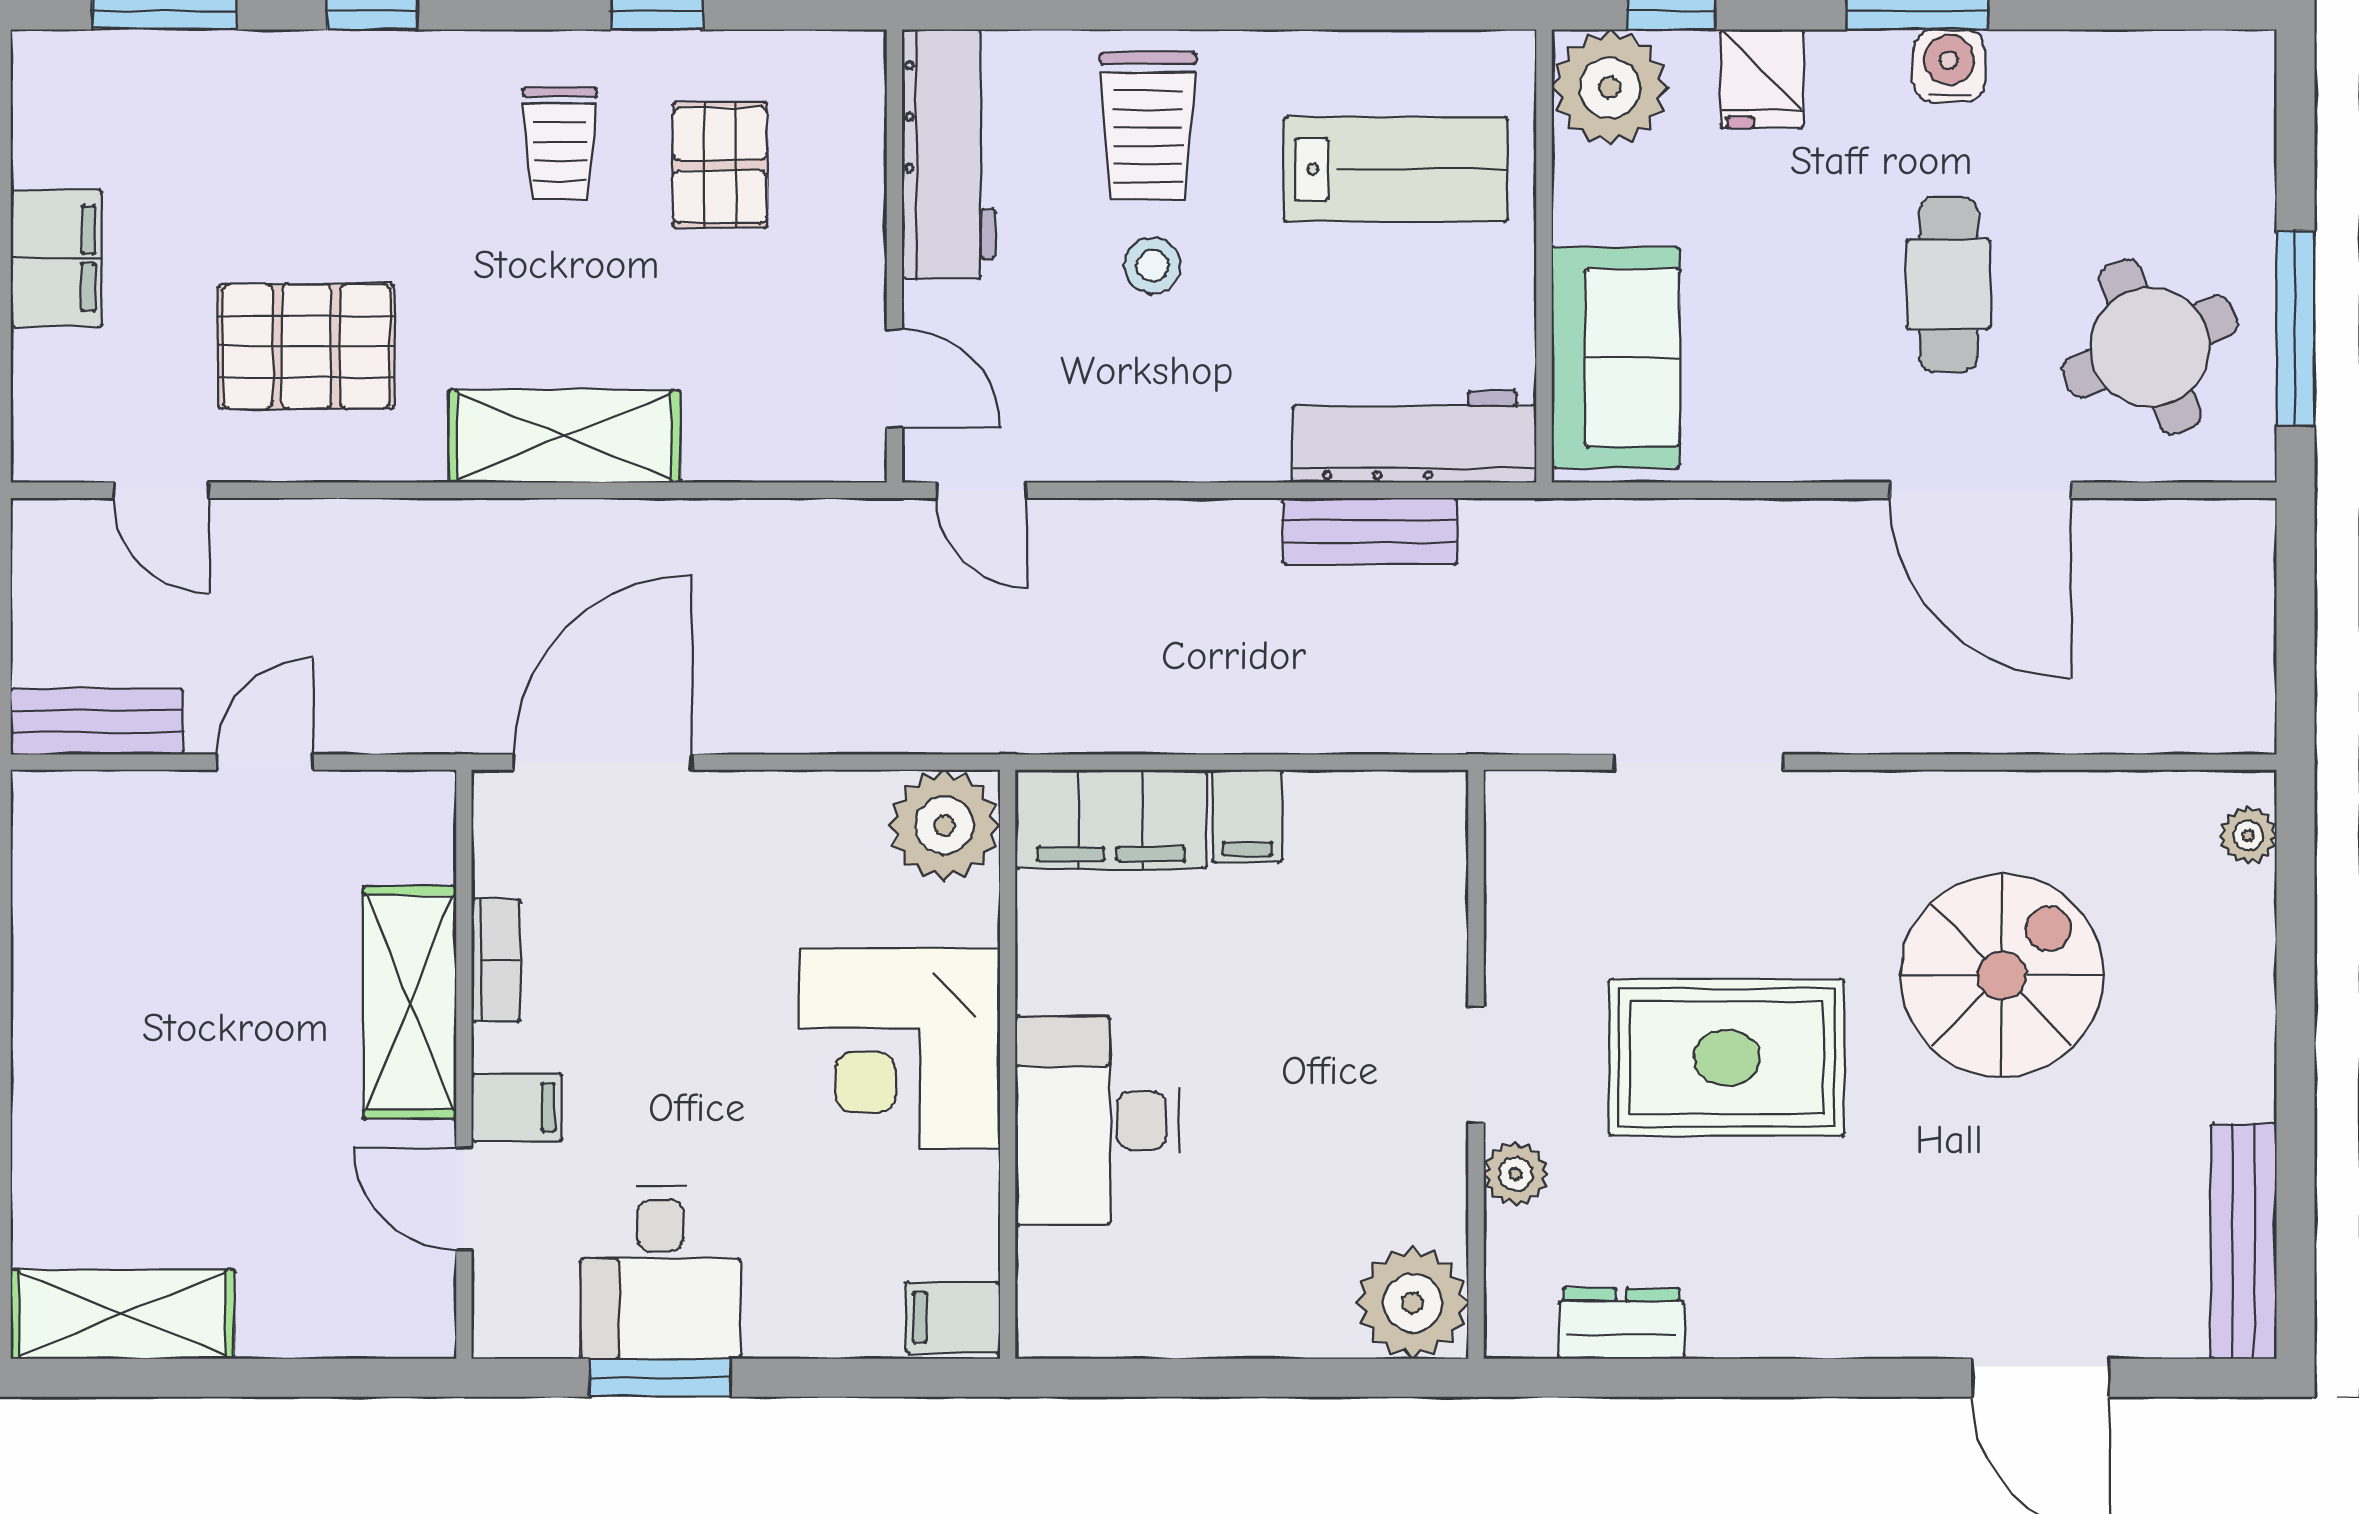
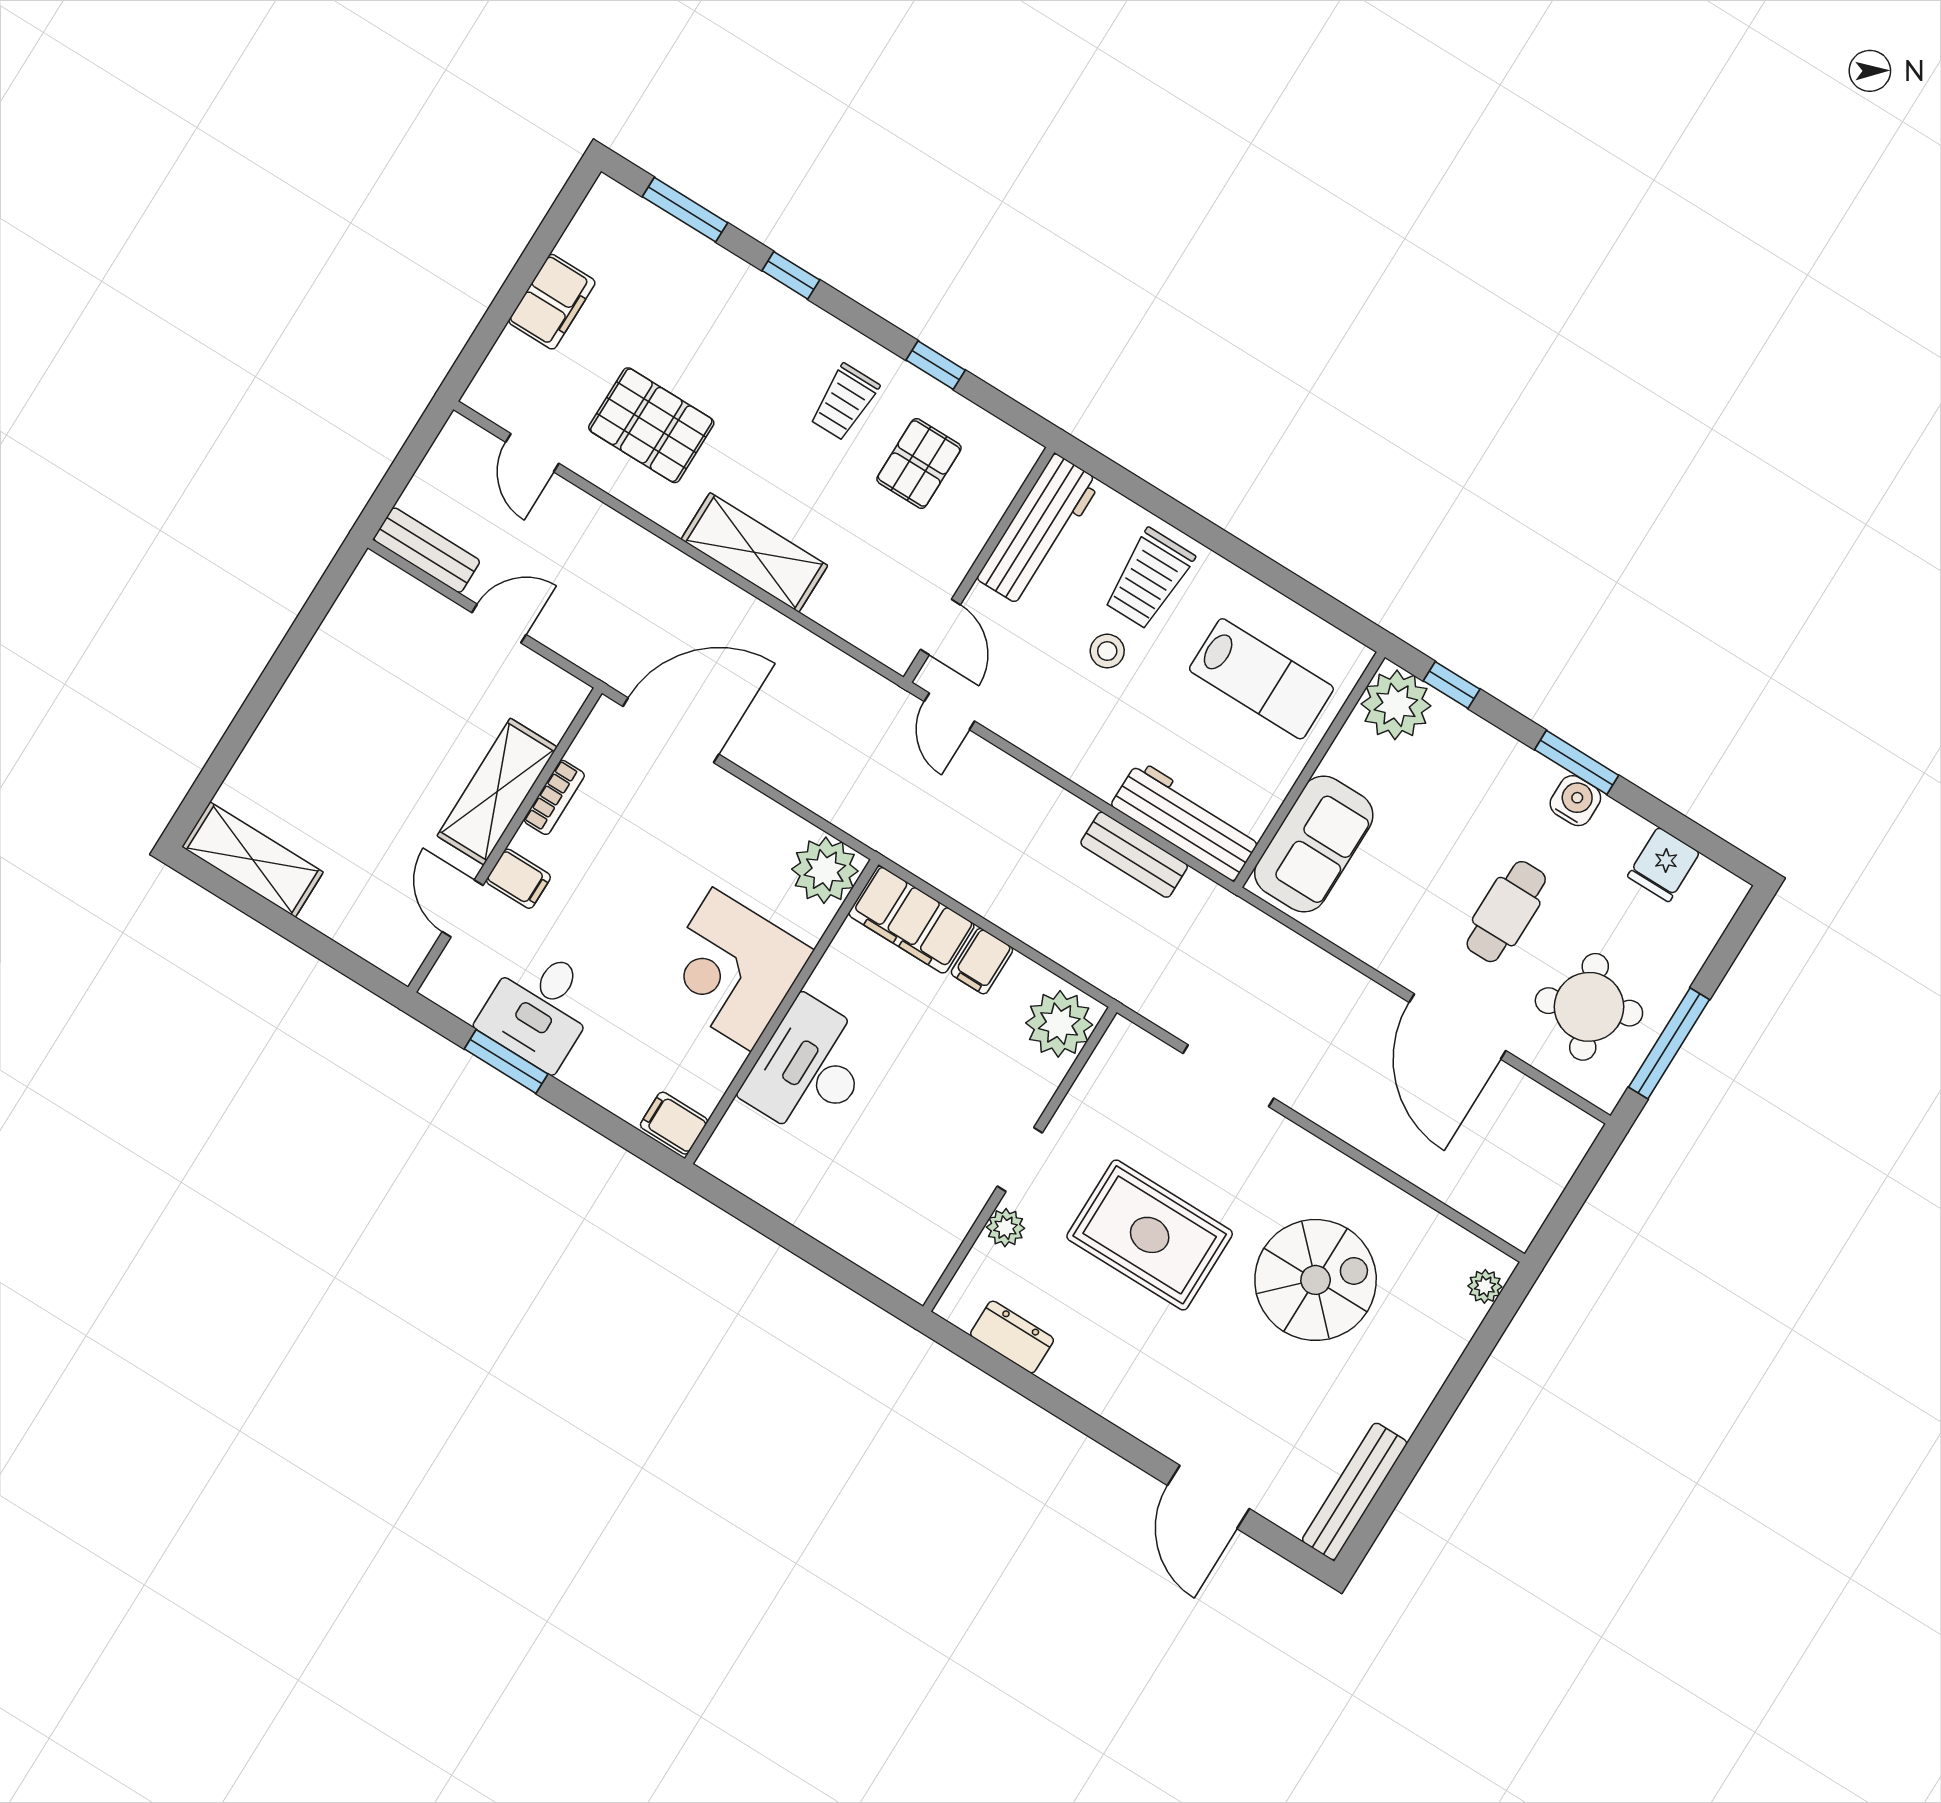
fridge: (1762, 79) -> (1664, 864), moved
plant: (1412, 1303) -> (1059, 1024), moved

